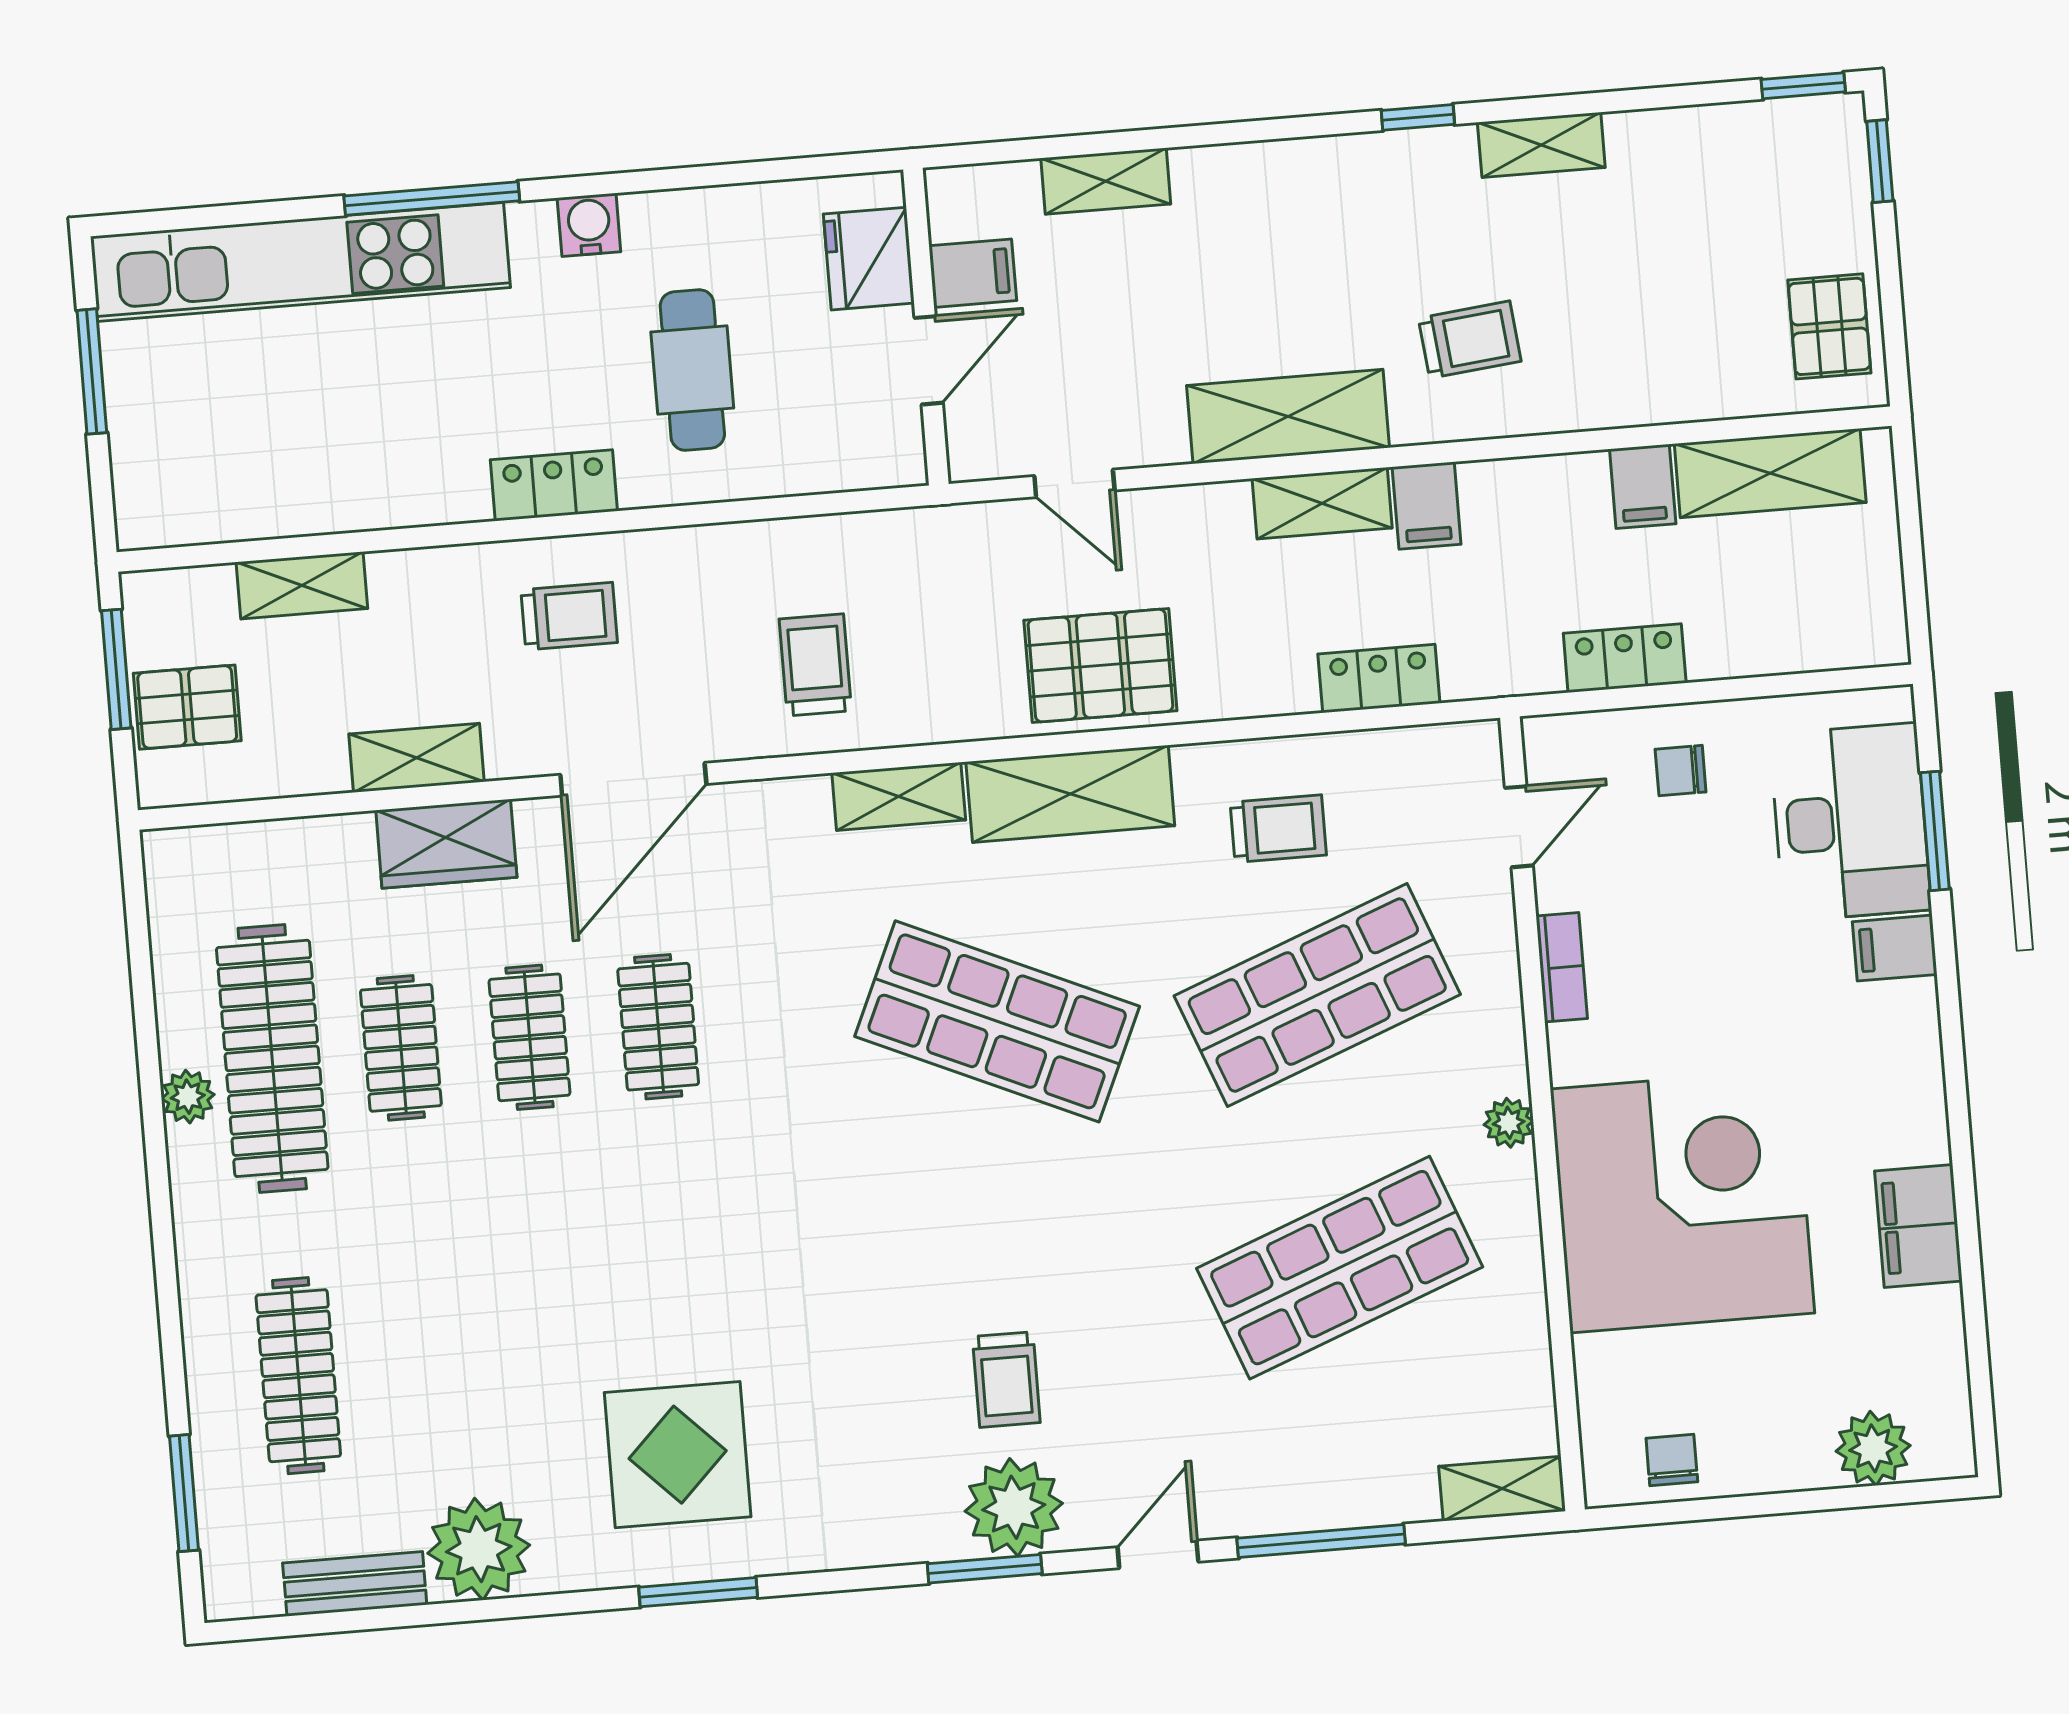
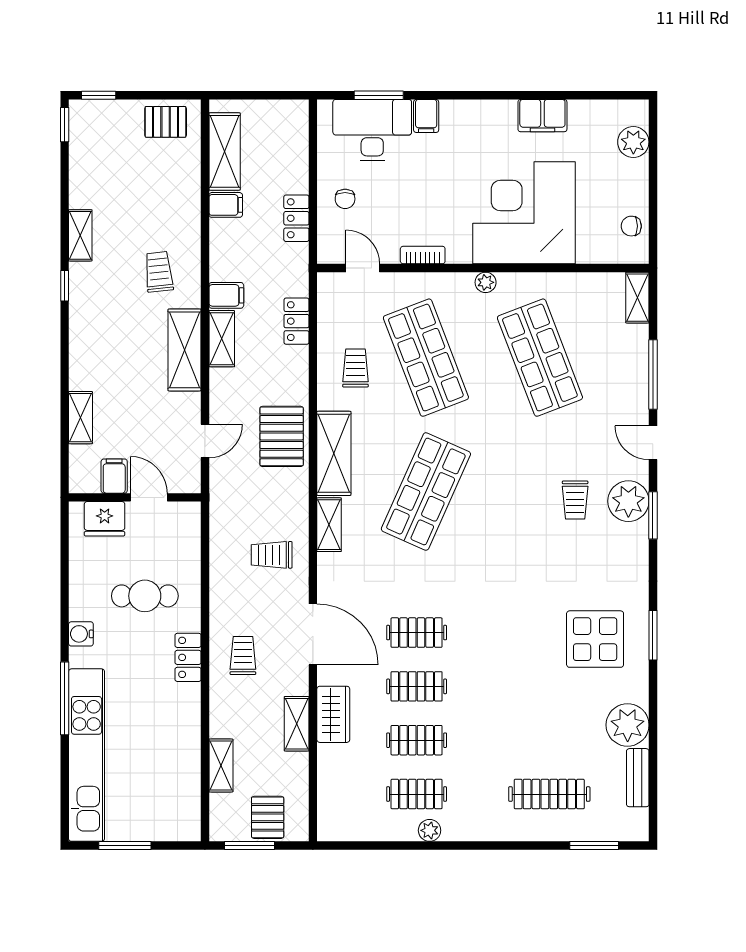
clothes rail: (272, 1058) -> (417, 794), width x0.54, depth x0.76
trolley: (1006, 1380) -> (575, 500), turned 90

